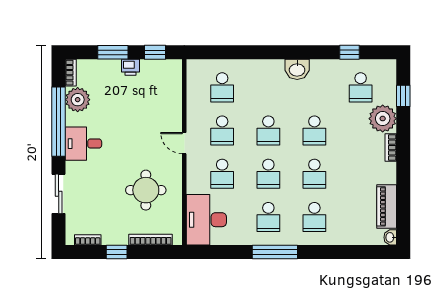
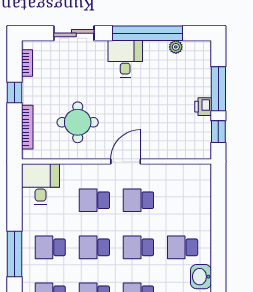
window: (113, 52) -> (218, 89), width x1.44
bookcase: (71, 73) -> (198, 46), removed
school desk: (222, 87) -> (183, 247), moved
plant: (78, 100) -> (176, 47), width x0.53, depth x0.53
door: (184, 143) -> (126, 162), width x1.38
desk: (206, 220) -> (40, 184), width x0.73

